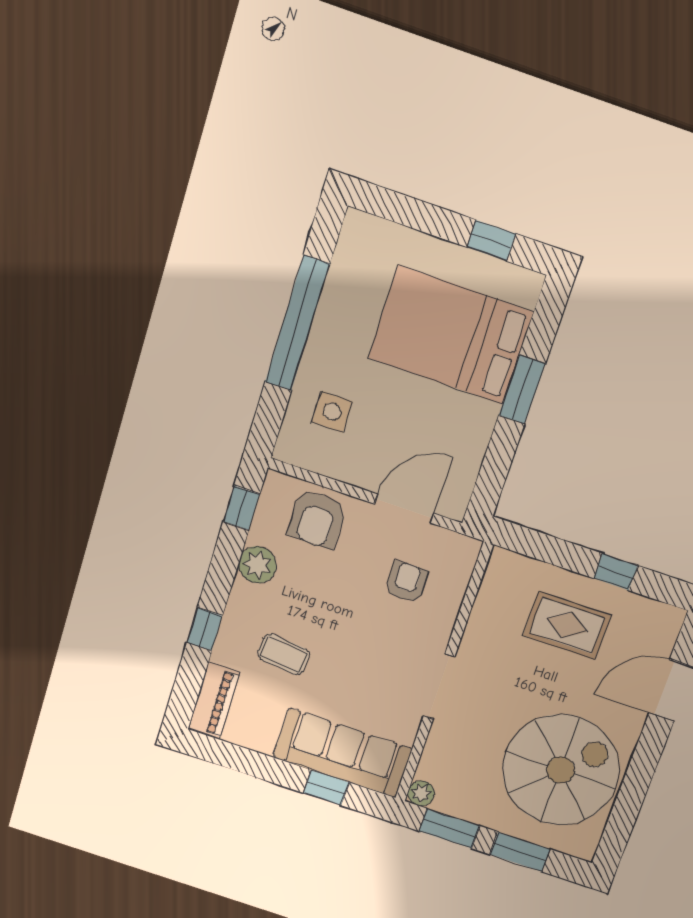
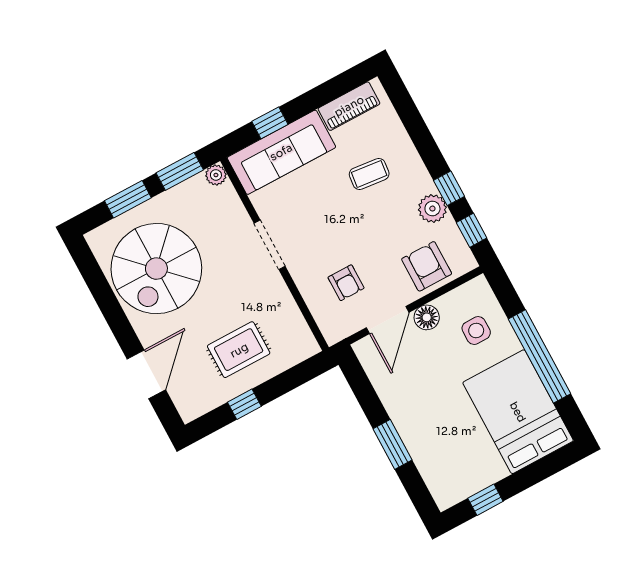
bed: (451, 335) -> (518, 412), moved, turned -90
floor lamp: (366, 473) -> (427, 317), added
window: (205, 629) -> (449, 188), moved
piano: (214, 701) -> (349, 106), moved, turned -90

